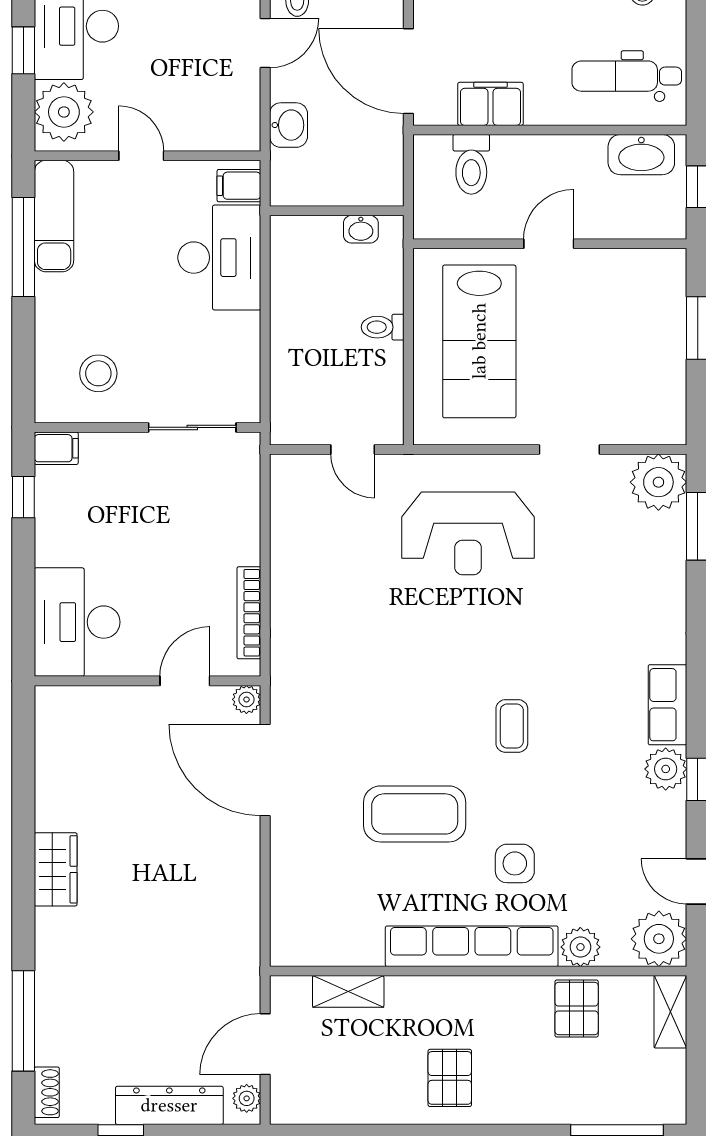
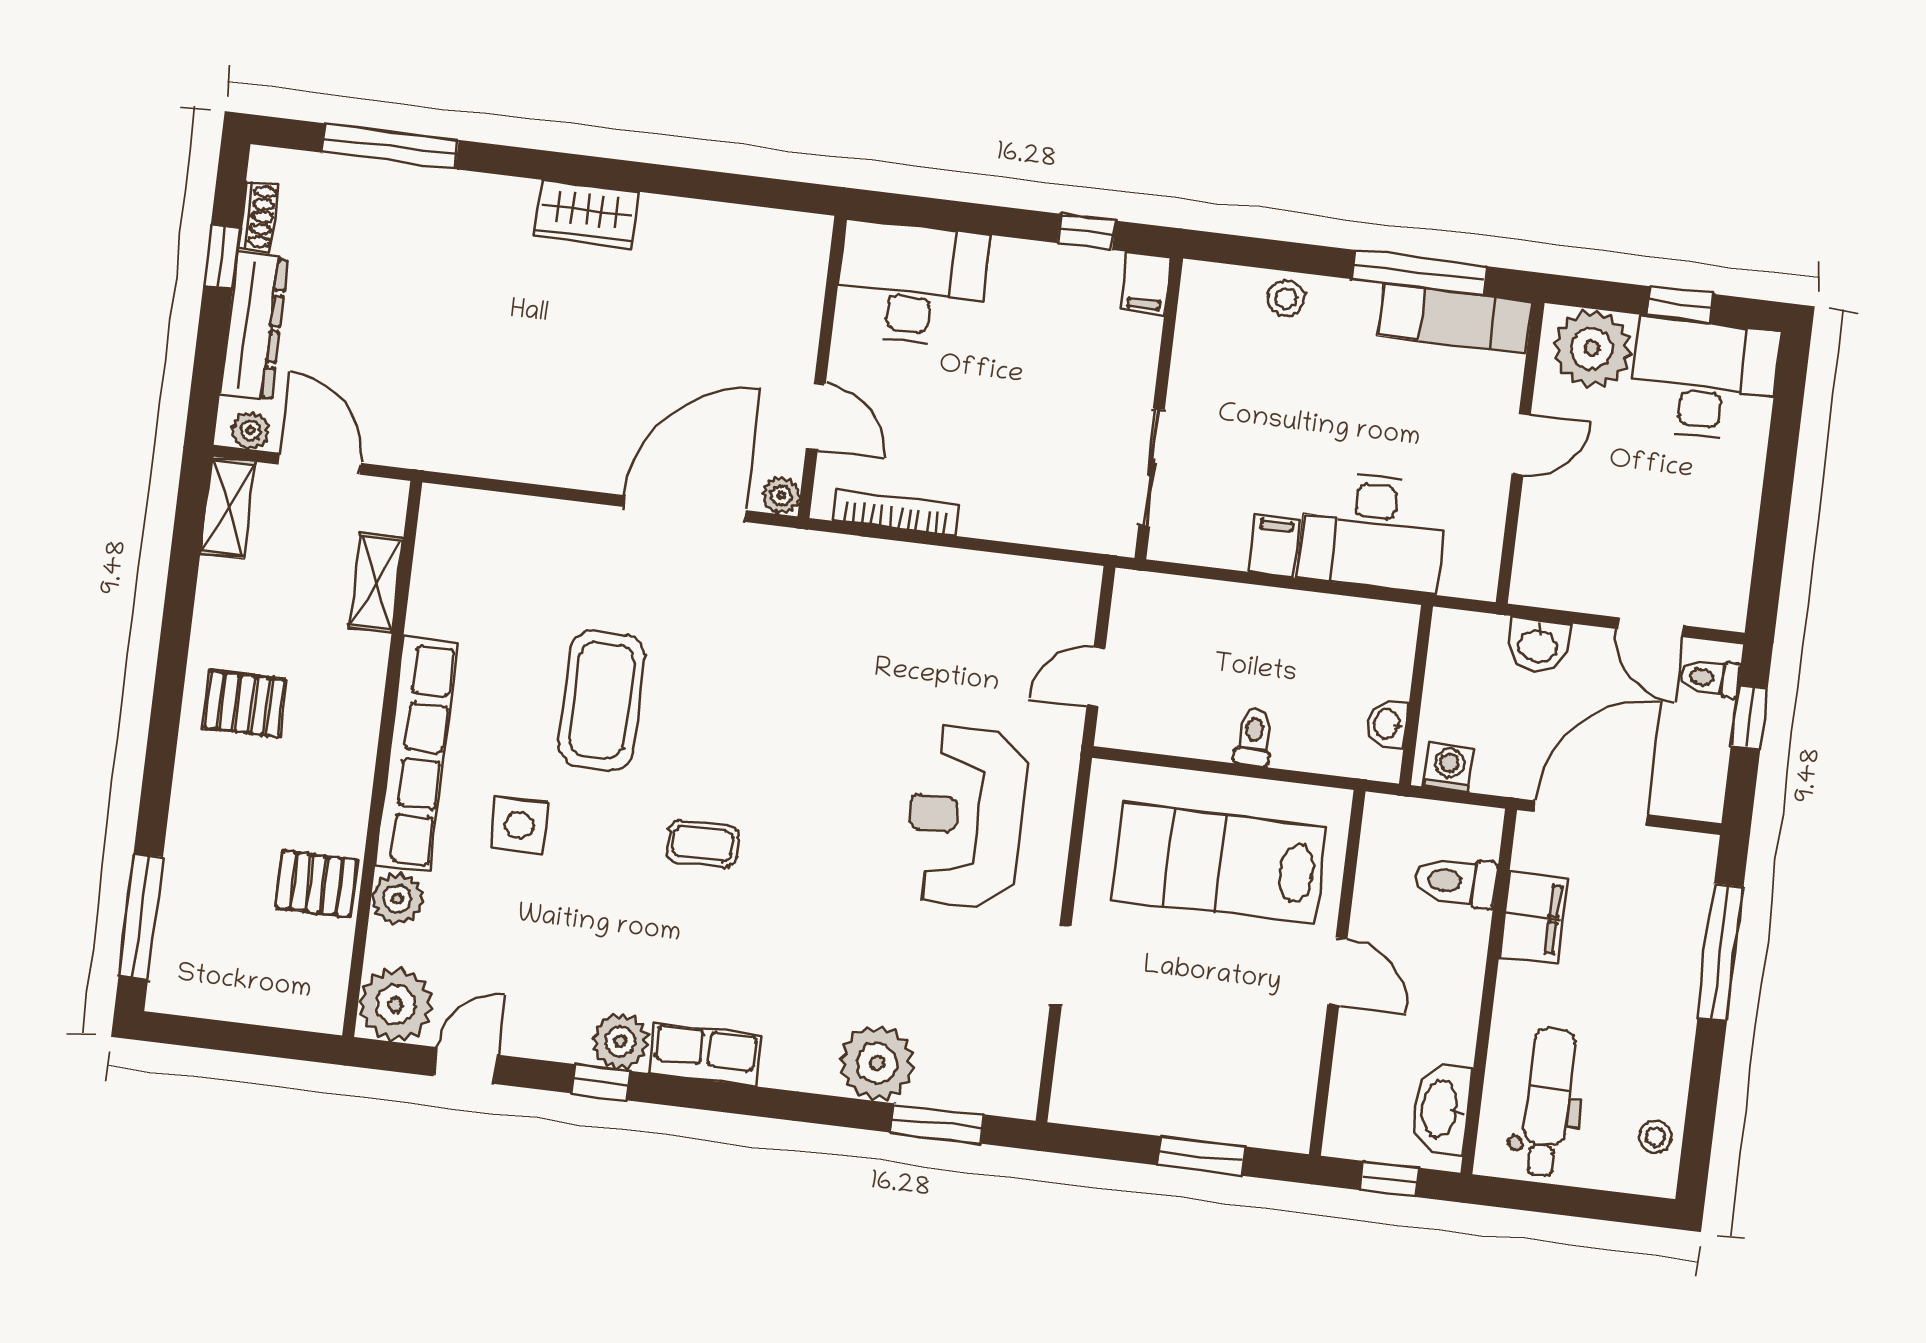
washing machine: (387, 180) -> (1449, 767), added
filing cabinet: (239, 186) -> (1274, 546), moved
stool: (98, 373) -> (1286, 298), moved, width x0.73, depth x0.73
plant: (658, 482) -> (877, 1063), moved
shelving: (670, 1012) -> (228, 507), moved, turned 90
shoe rack: (47, 1092) -> (258, 216), moved, turned -90

